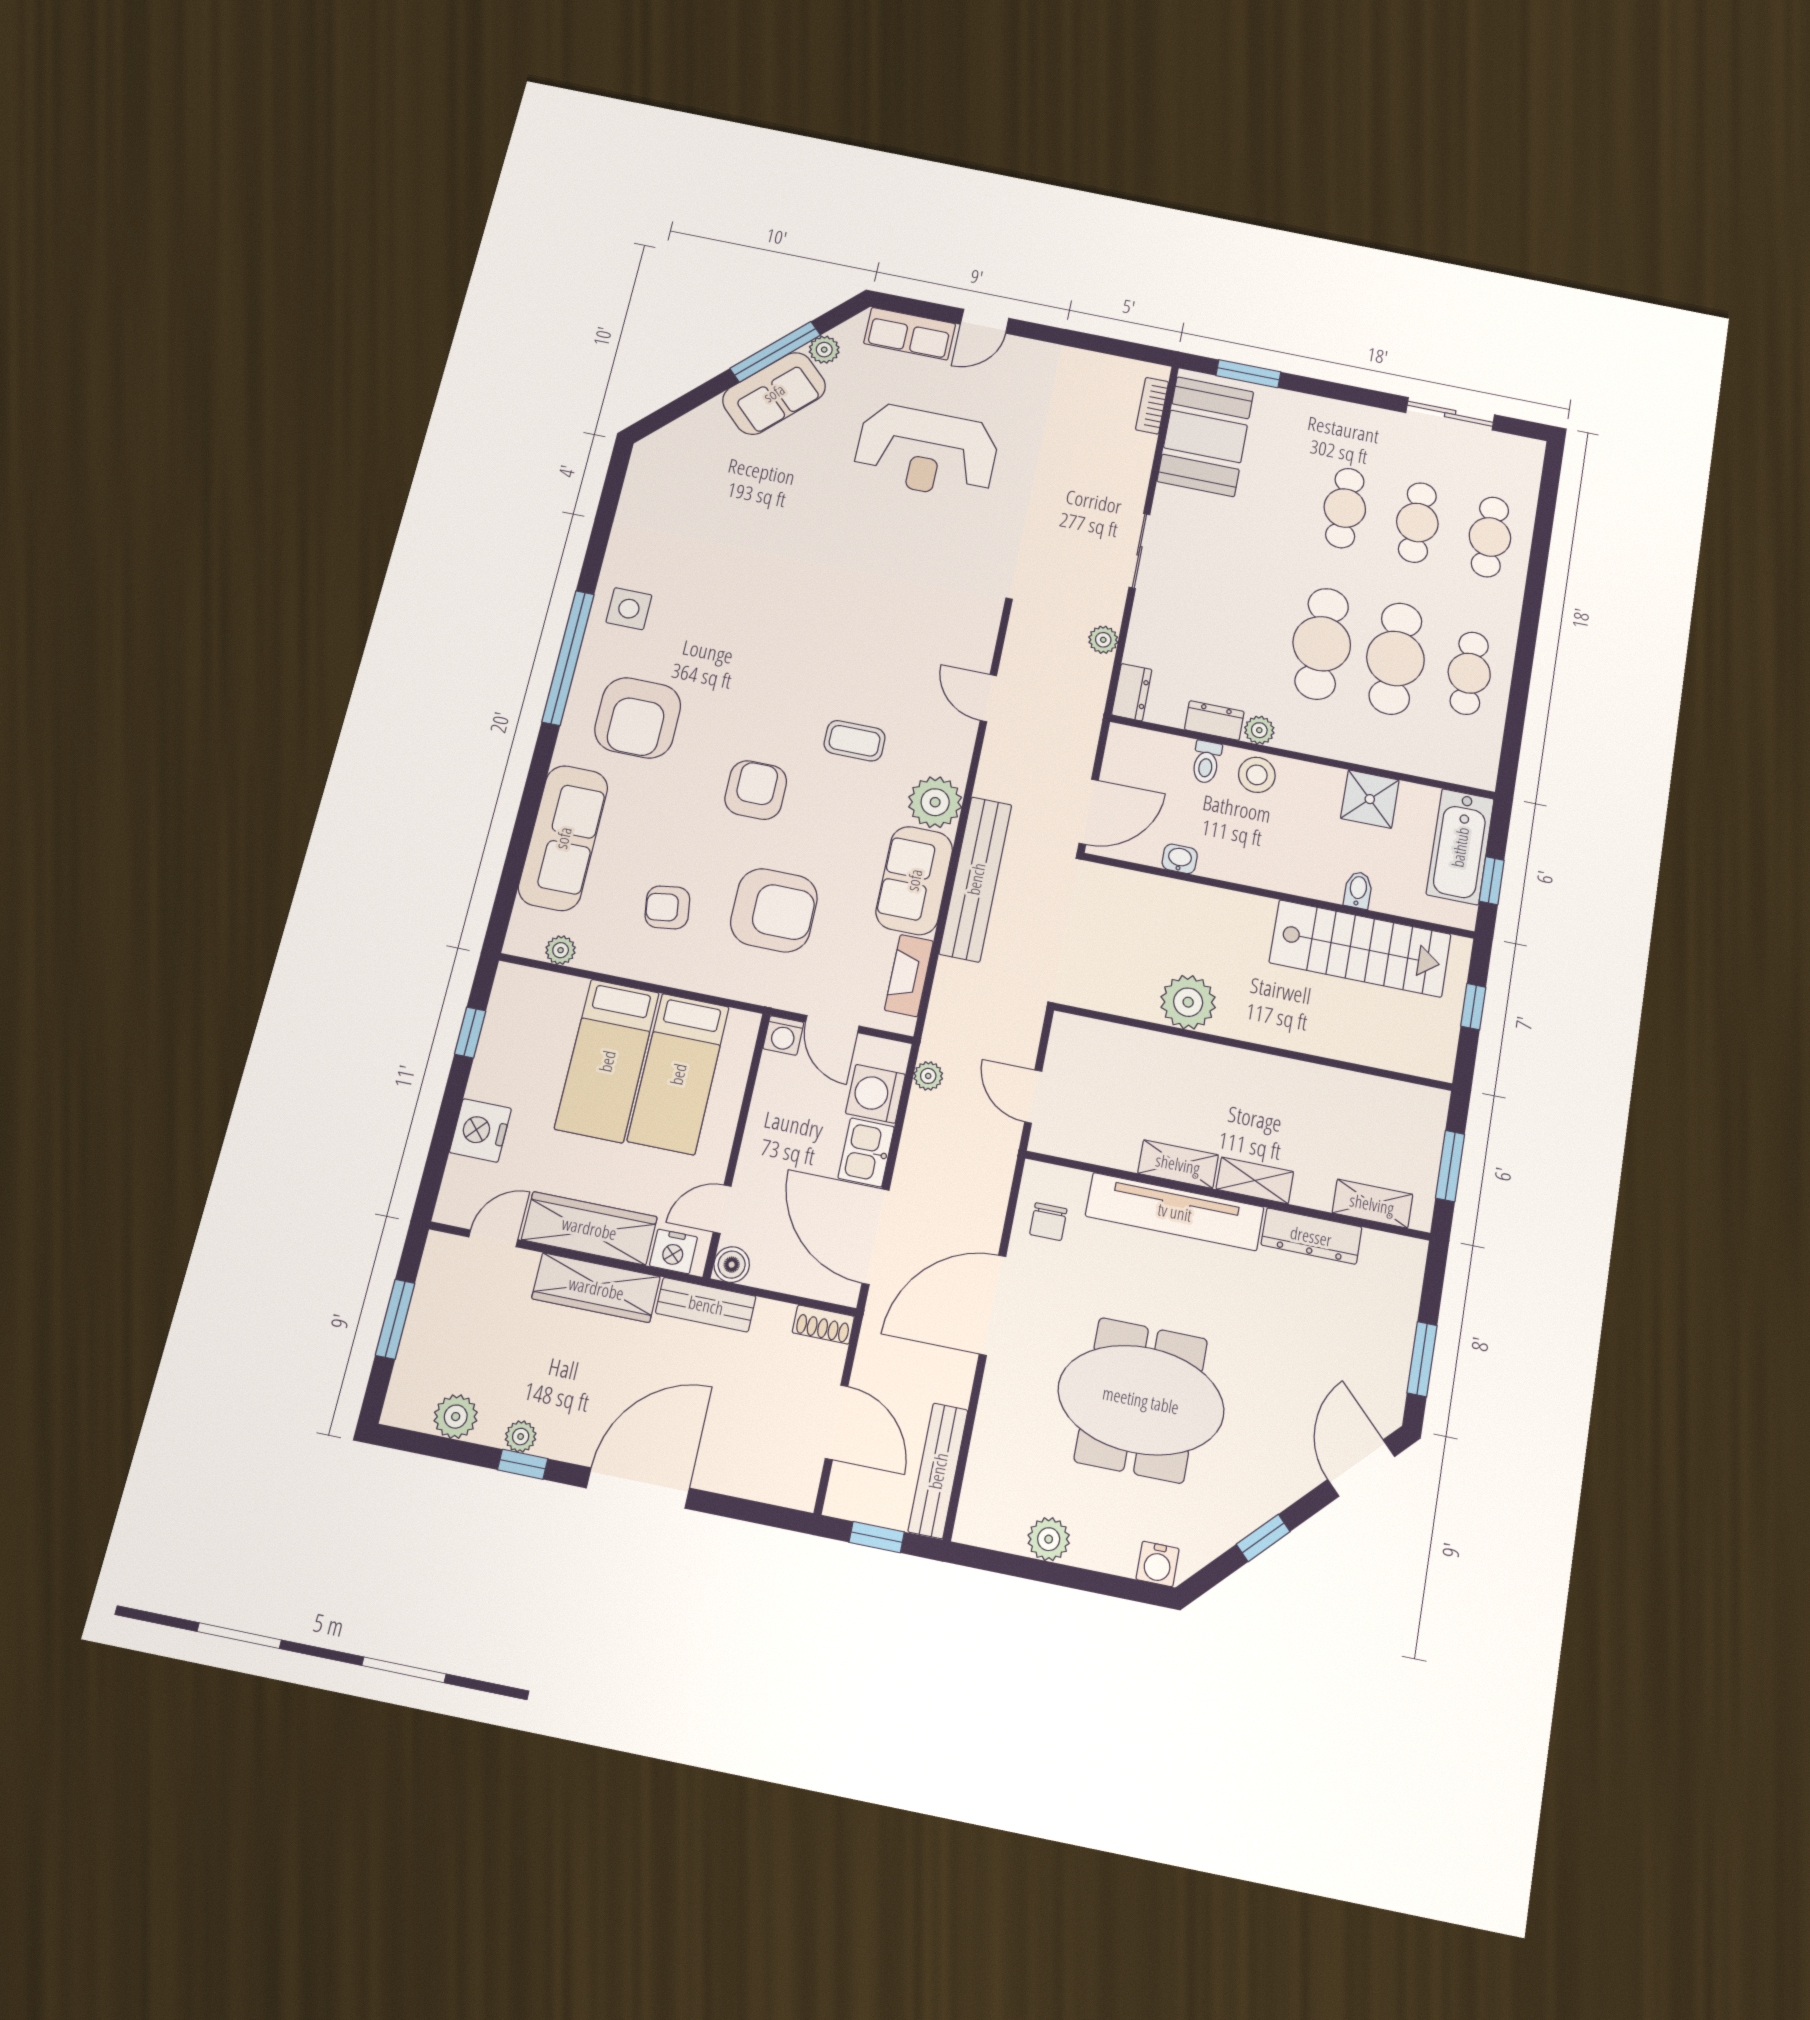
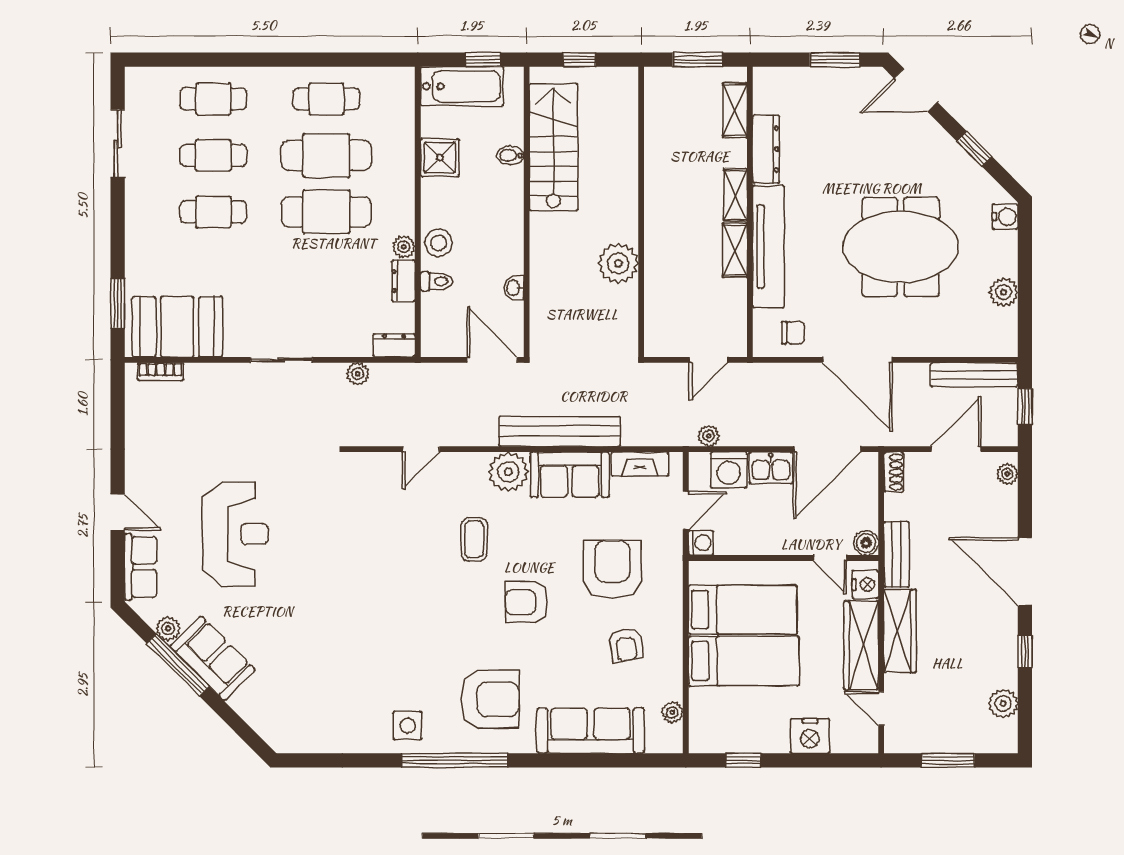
meeting table: (1141, 1400) -> (901, 247), turned 90
plant: (521, 1437) -> (1007, 474), moved

